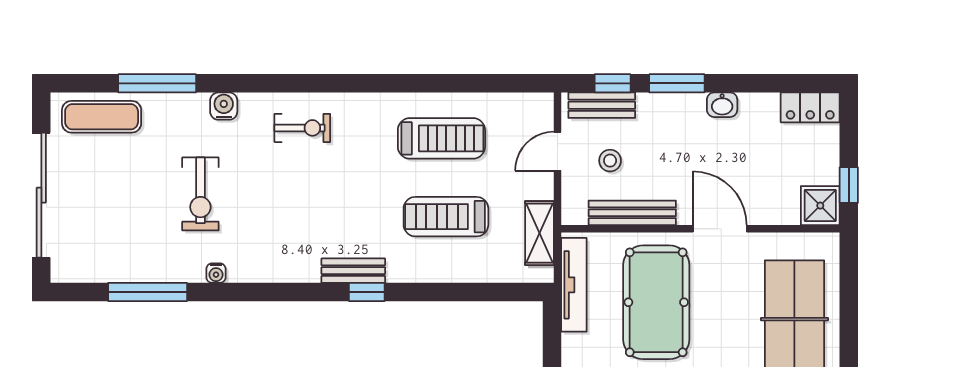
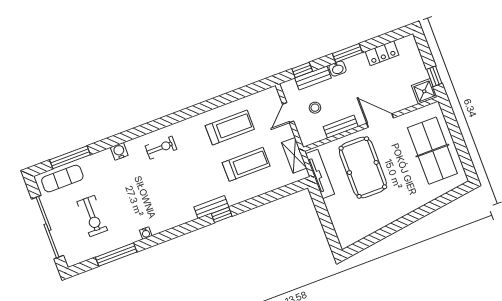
window: (157, 83) -> (70, 157), moved
window: (677, 83) -> (347, 53), moved
bench: (602, 105) -> (313, 78), moved
washbasin: (722, 105) -> (337, 69), moved
locker: (810, 107) -> (382, 53), moved
exercise bike: (200, 194) -> (92, 216), moved
bench: (632, 213) -> (341, 127), width x0.73
treadmill: (446, 217) -> (246, 164), turned 180

